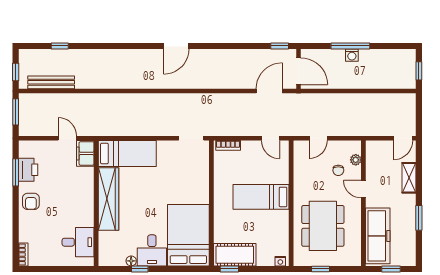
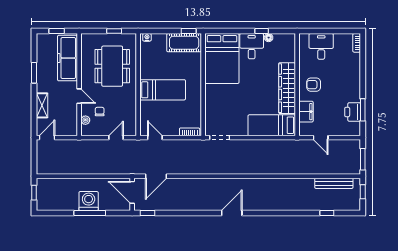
washing machine: (352, 55) -> (89, 201), width x1.89, depth x1.89
filing cabinet: (85, 153) -> (306, 112), moved
armchair: (31, 201) -> (314, 85), moved, turned -90
desk: (78, 242) -> (321, 46), moved, turned 90

